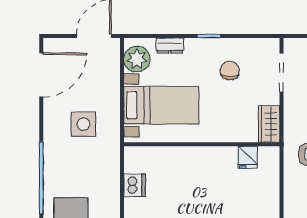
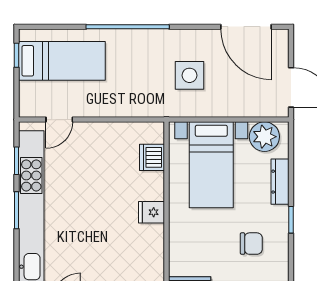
dresser: (170, 46) -> (280, 182), width x1.44
fridge: (248, 157) -> (151, 212), moved
dishwasher: (135, 185) -> (152, 157), moved, turned 90

